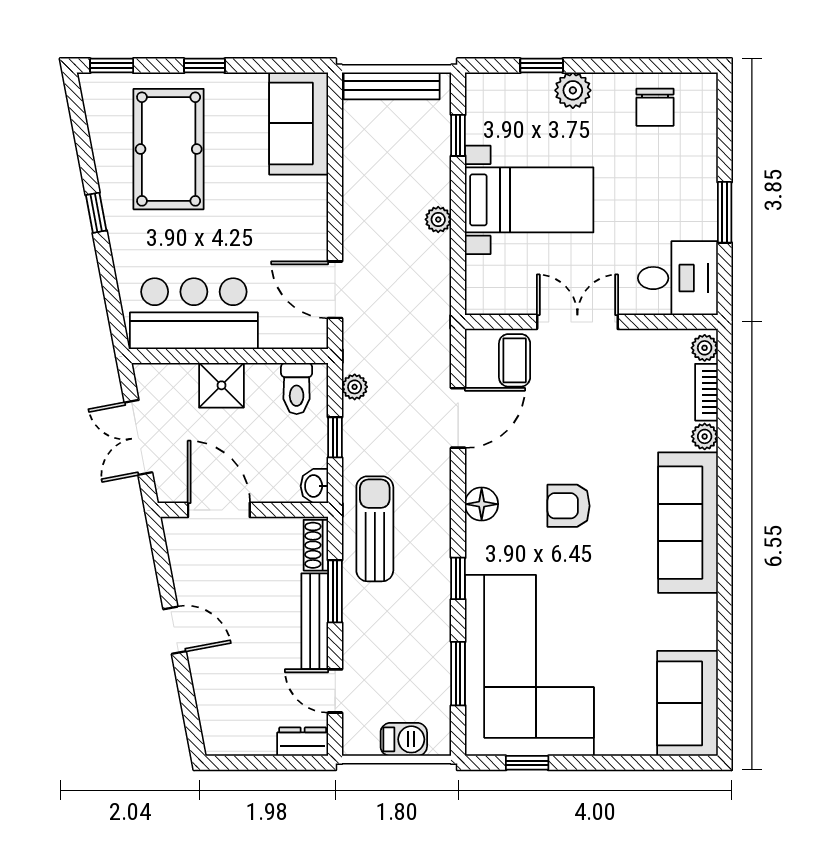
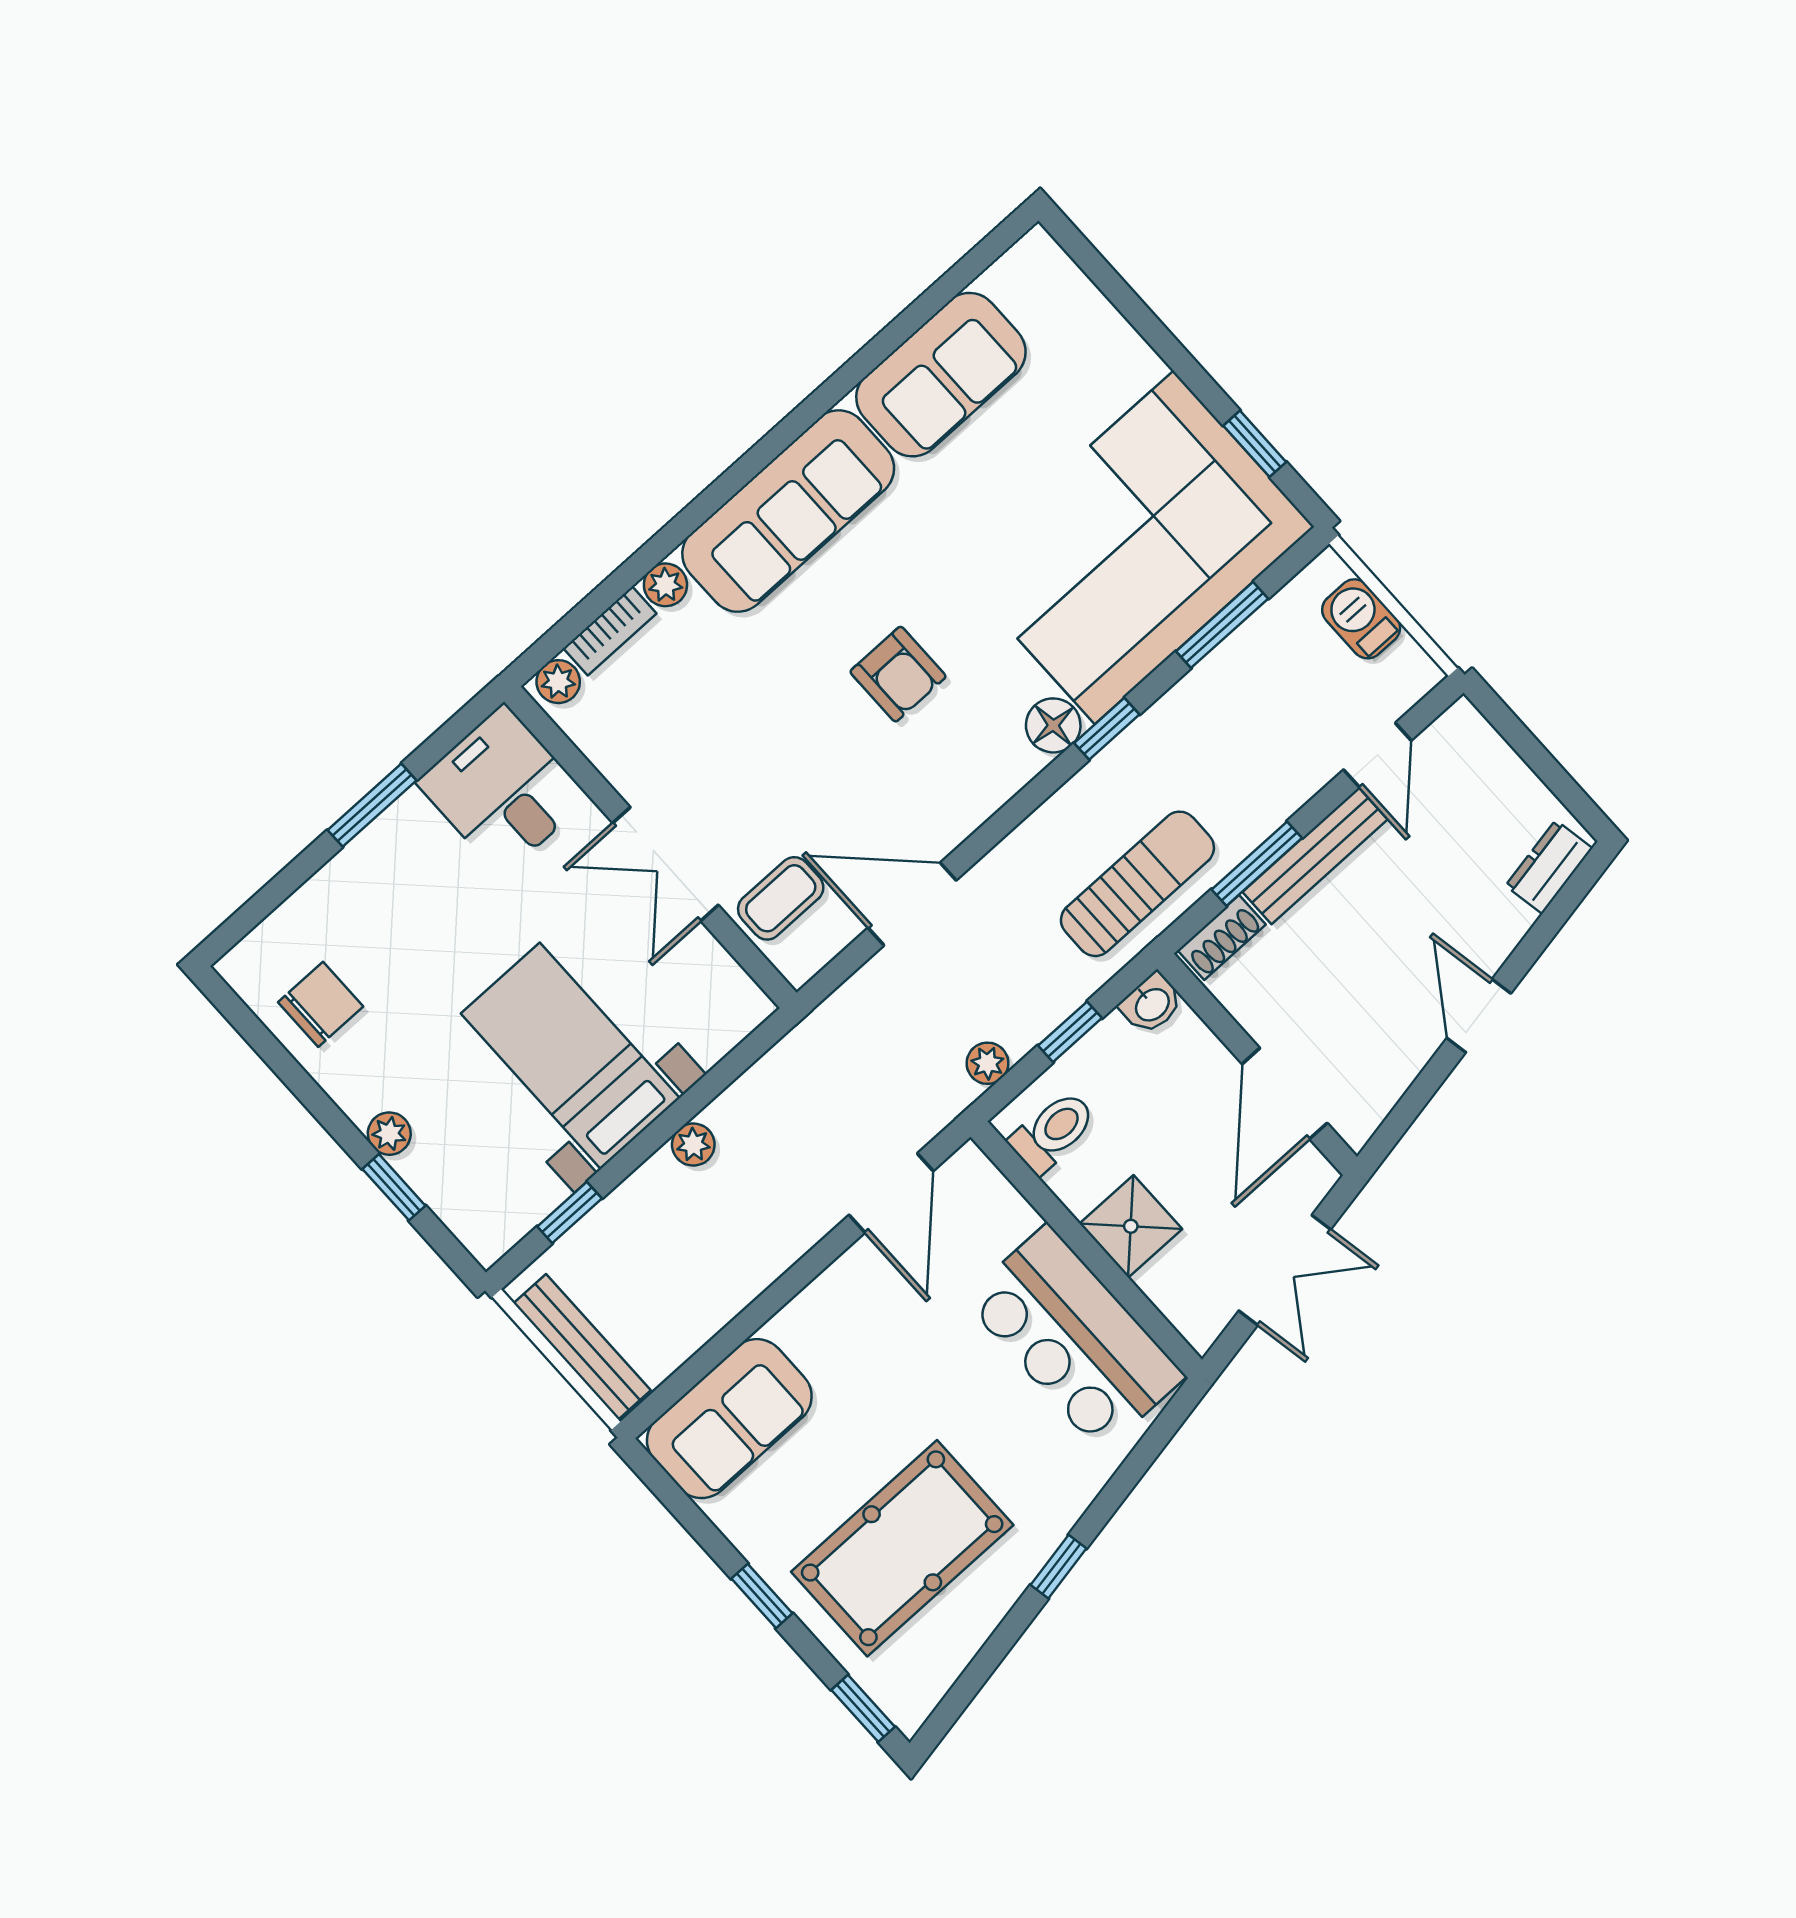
plant: (573, 90) -> (389, 1134), width x0.73, depth x0.73
floor lamp: (482, 504) -> (1053, 725), moved
sun lounger: (375, 529) -> (1137, 884), turned 180
sofa: (687, 703) -> (941, 375), moved
dresser: (303, 742) -> (1549, 867), moved, turned 79

